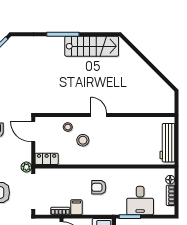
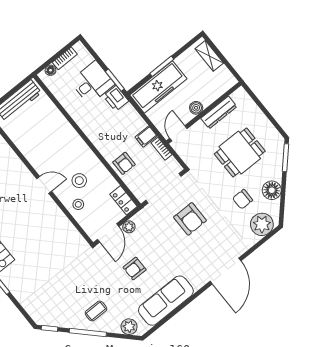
door: (99, 115) -> (44, 185), swing flipped
plant: (26, 167) -> (129, 227), moved
armchair: (99, 187) -> (124, 163), moved
printer: (117, 208) -> (116, 98), added

